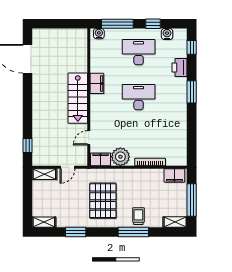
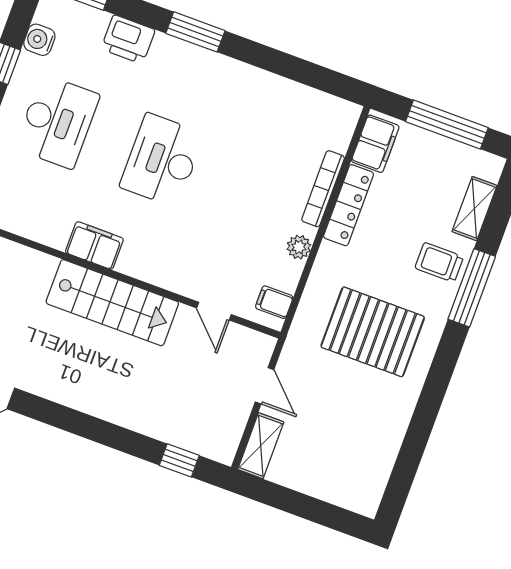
desk: (139, 52) -> (57, 122), turned 180
plant: (120, 157) -> (299, 247), width x0.53, depth x0.53
filing cabinet: (100, 159) -> (274, 302), width x0.50
locker: (147, 174) -> (349, 205), added
shelving: (44, 222) -> (372, 488), removed
shelving: (175, 222) -> (474, 209), moved
window: (76, 232) -> (422, 422), removed

